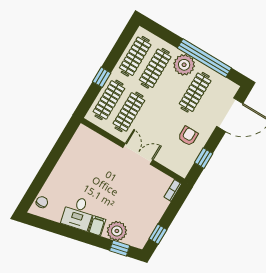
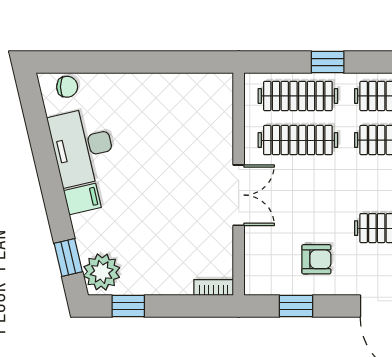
desk: (78, 213) -> (82, 147), width x1.37
plant: (117, 231) -> (102, 272), moved

